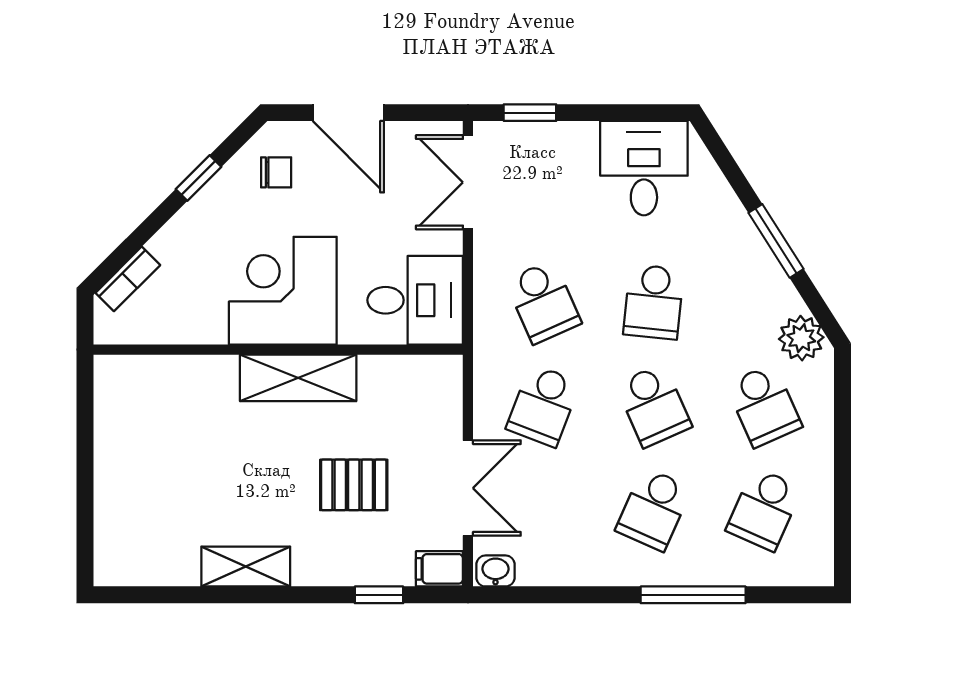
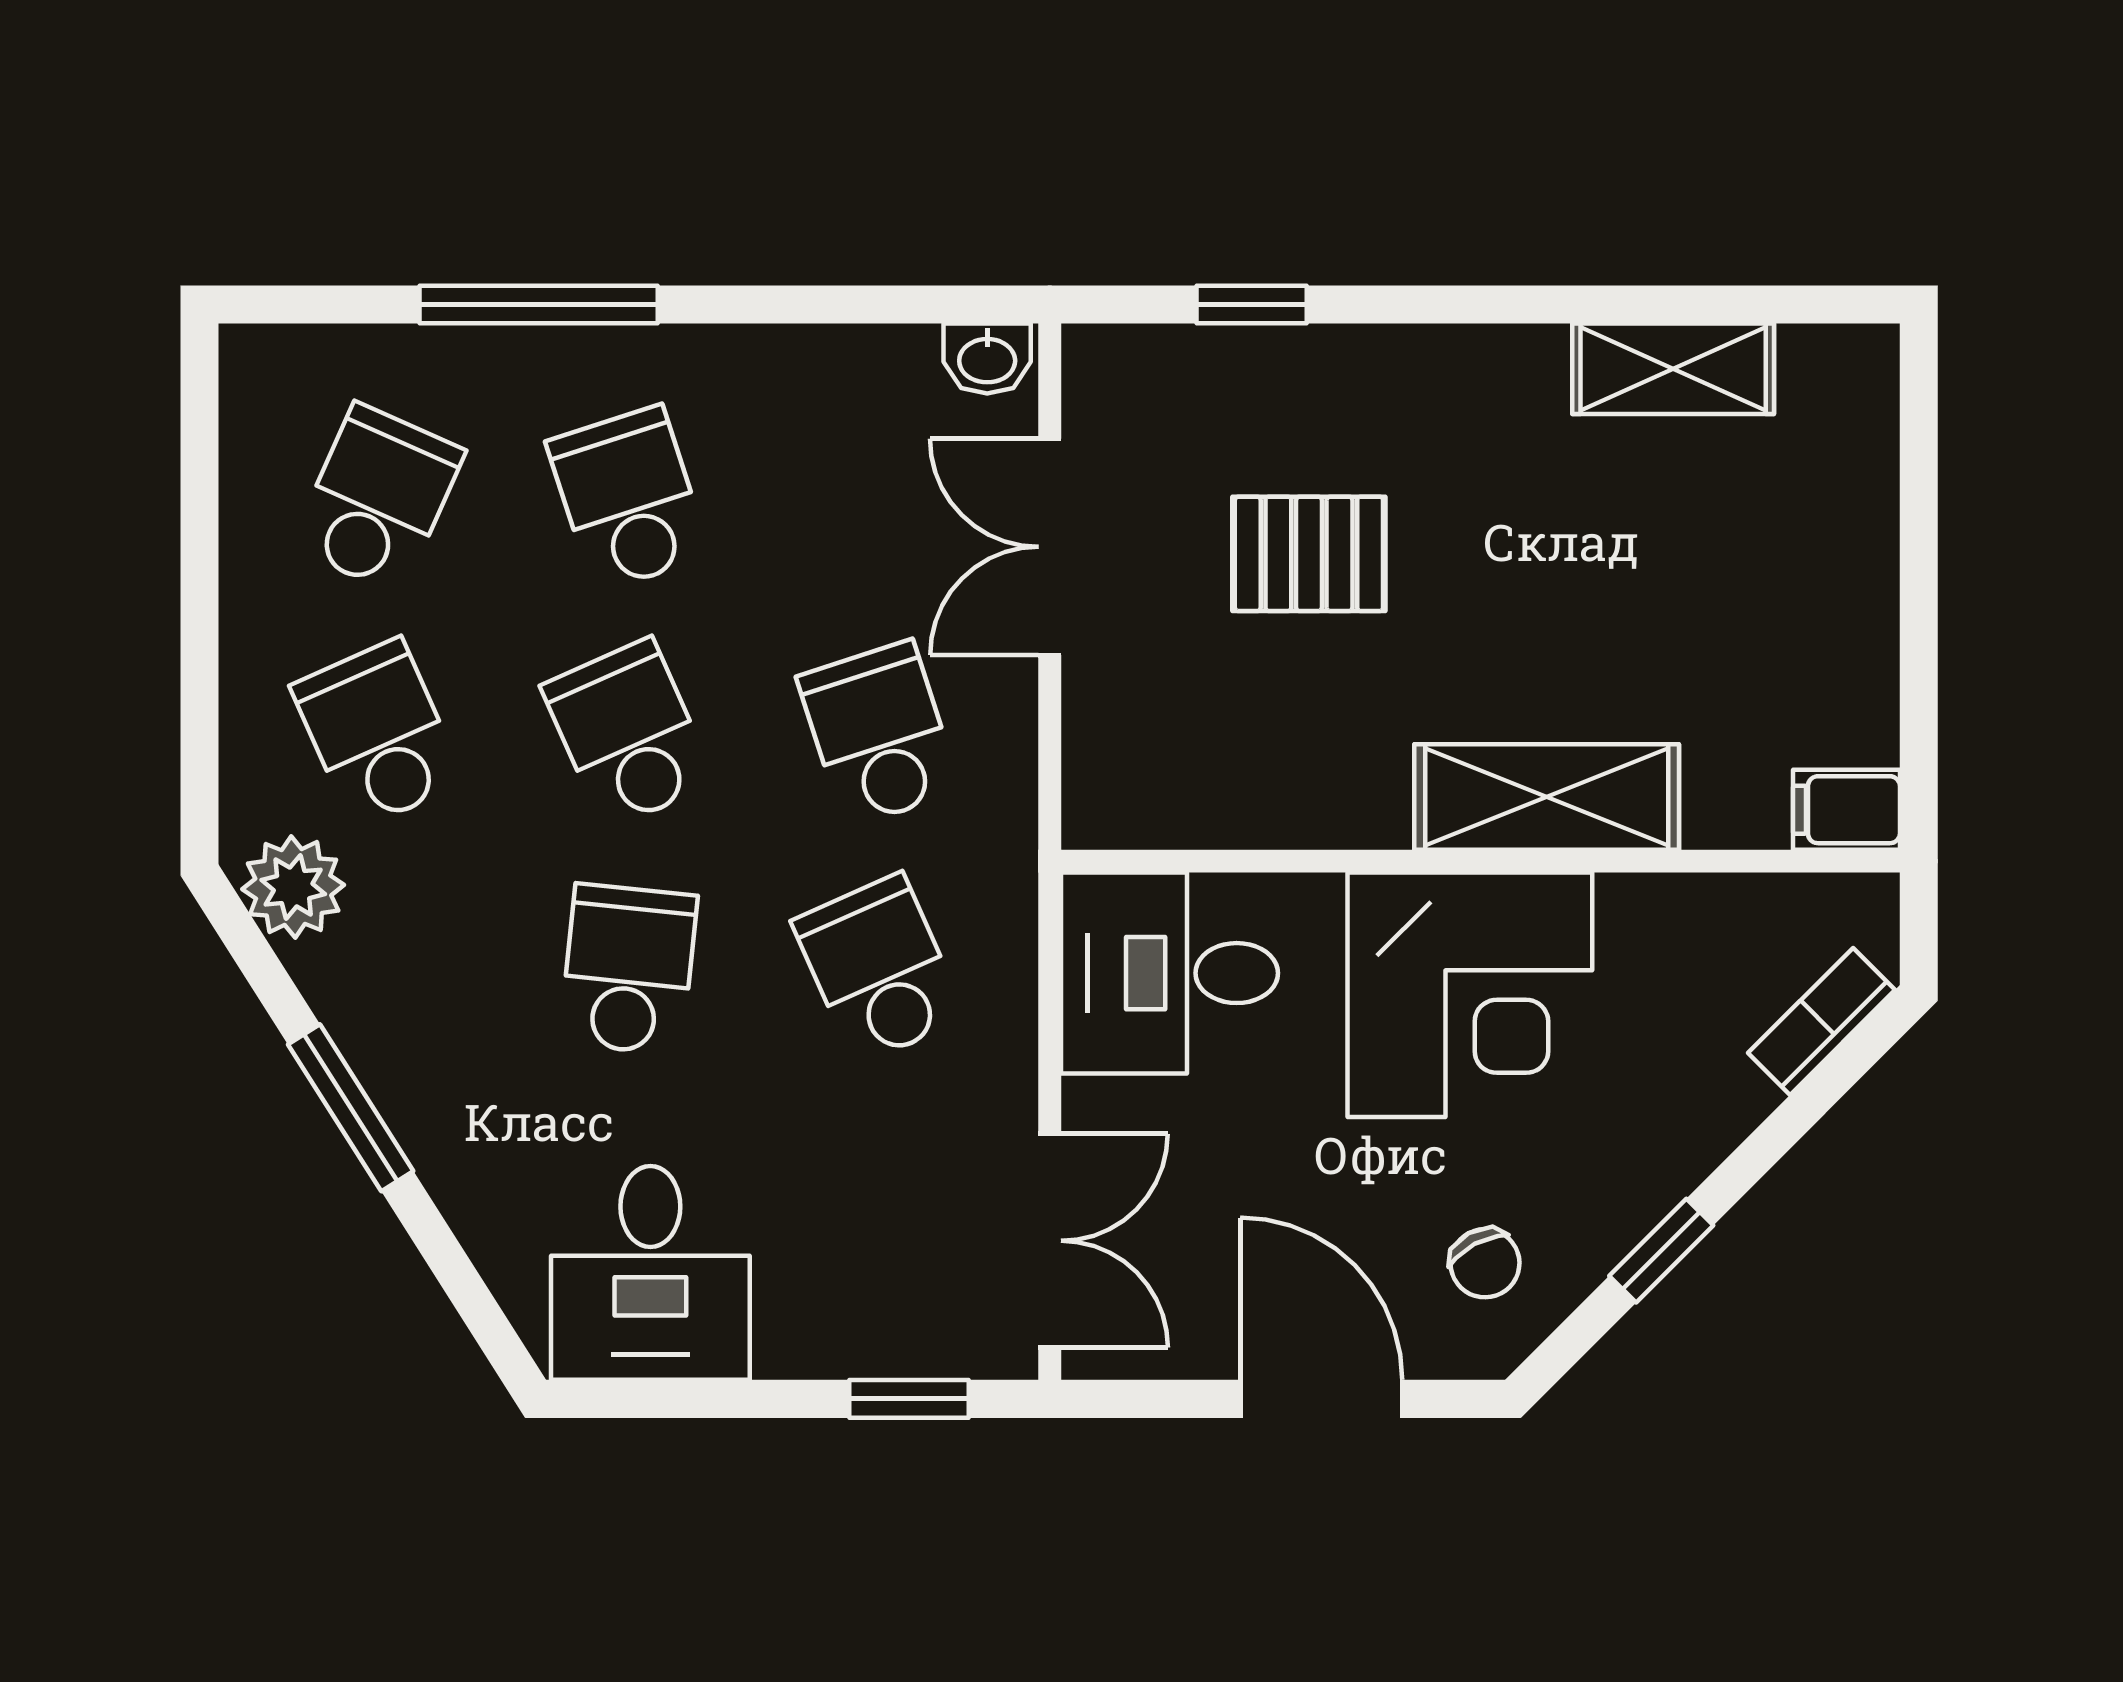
chair: (276, 172) -> (1485, 1263), turned -118
shelving: (298, 378) -> (1547, 797), moved
school desk: (543, 406) -> (879, 734), turned -39
school desk: (654, 509) -> (628, 499), turned -42
shelving: (246, 566) -> (1673, 369), moved
filing cabinet: (439, 569) -> (1846, 810), moved, turned 180

